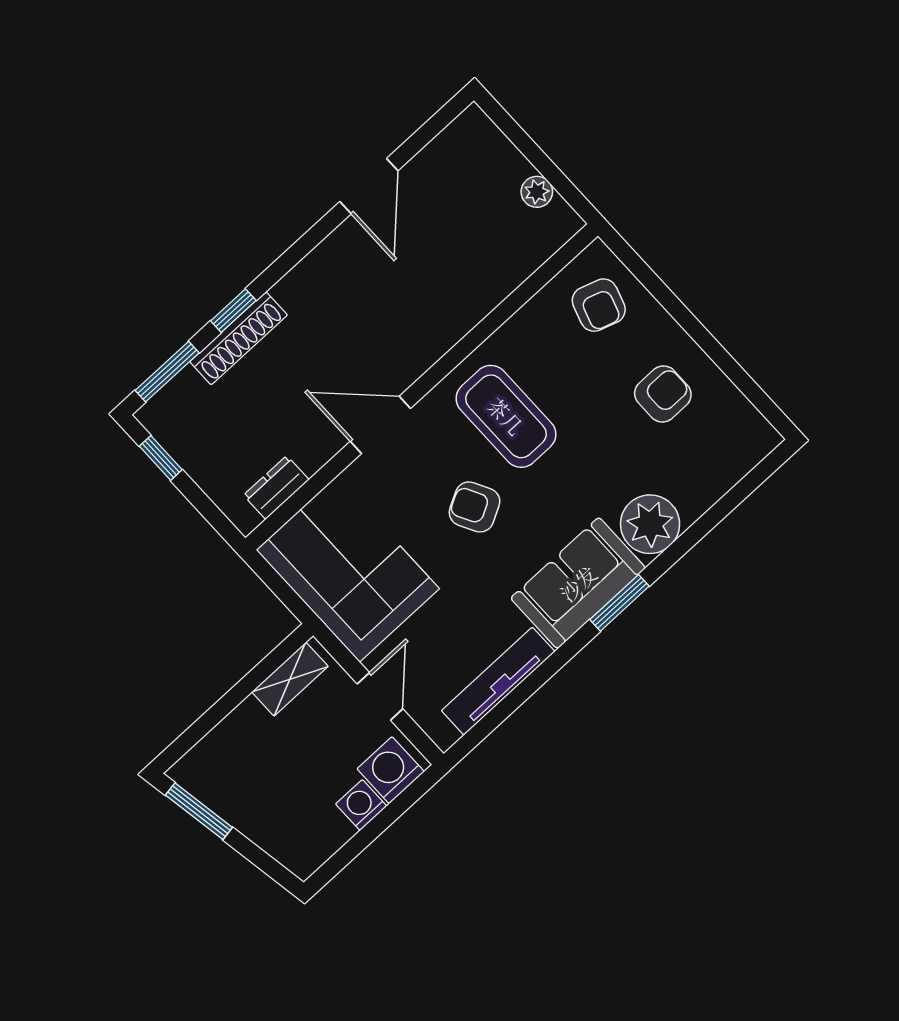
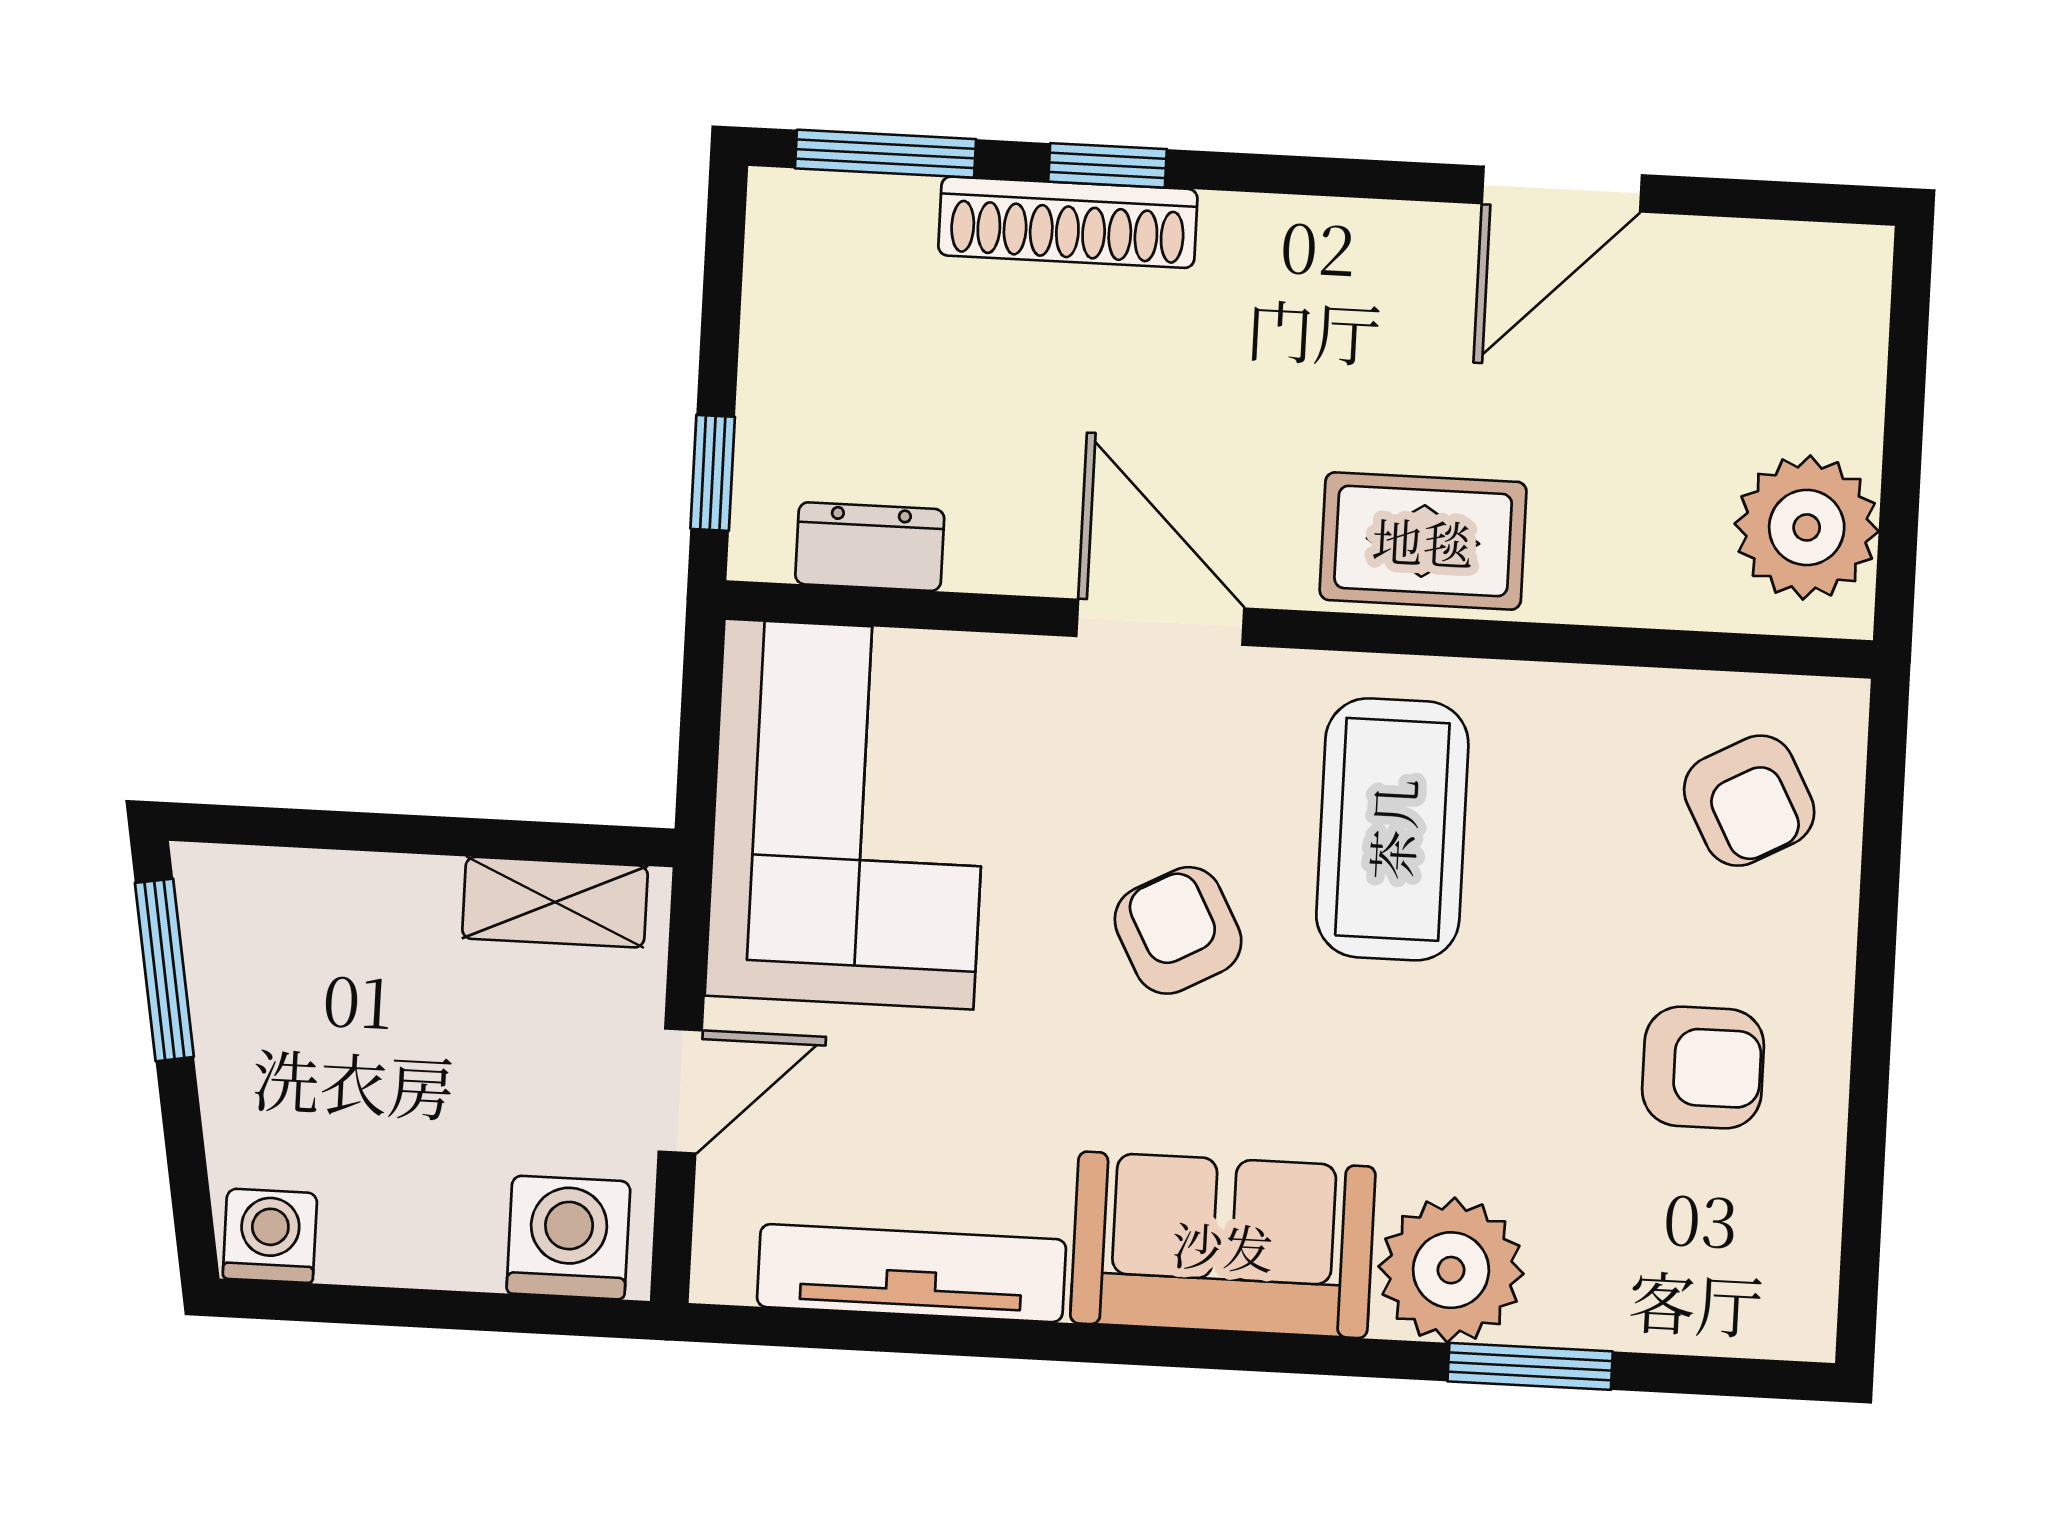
plant: (537, 192) -> (1807, 527), width x1.88, depth x1.88
armchair: (599, 305) -> (1749, 801), turned -46
rug: (431, 326) -> (1423, 541), added
window: (161, 458) -> (713, 473), moved
window: (620, 603) -> (1530, 1366), moved
washing machine: (361, 805) -> (270, 1236), moved

